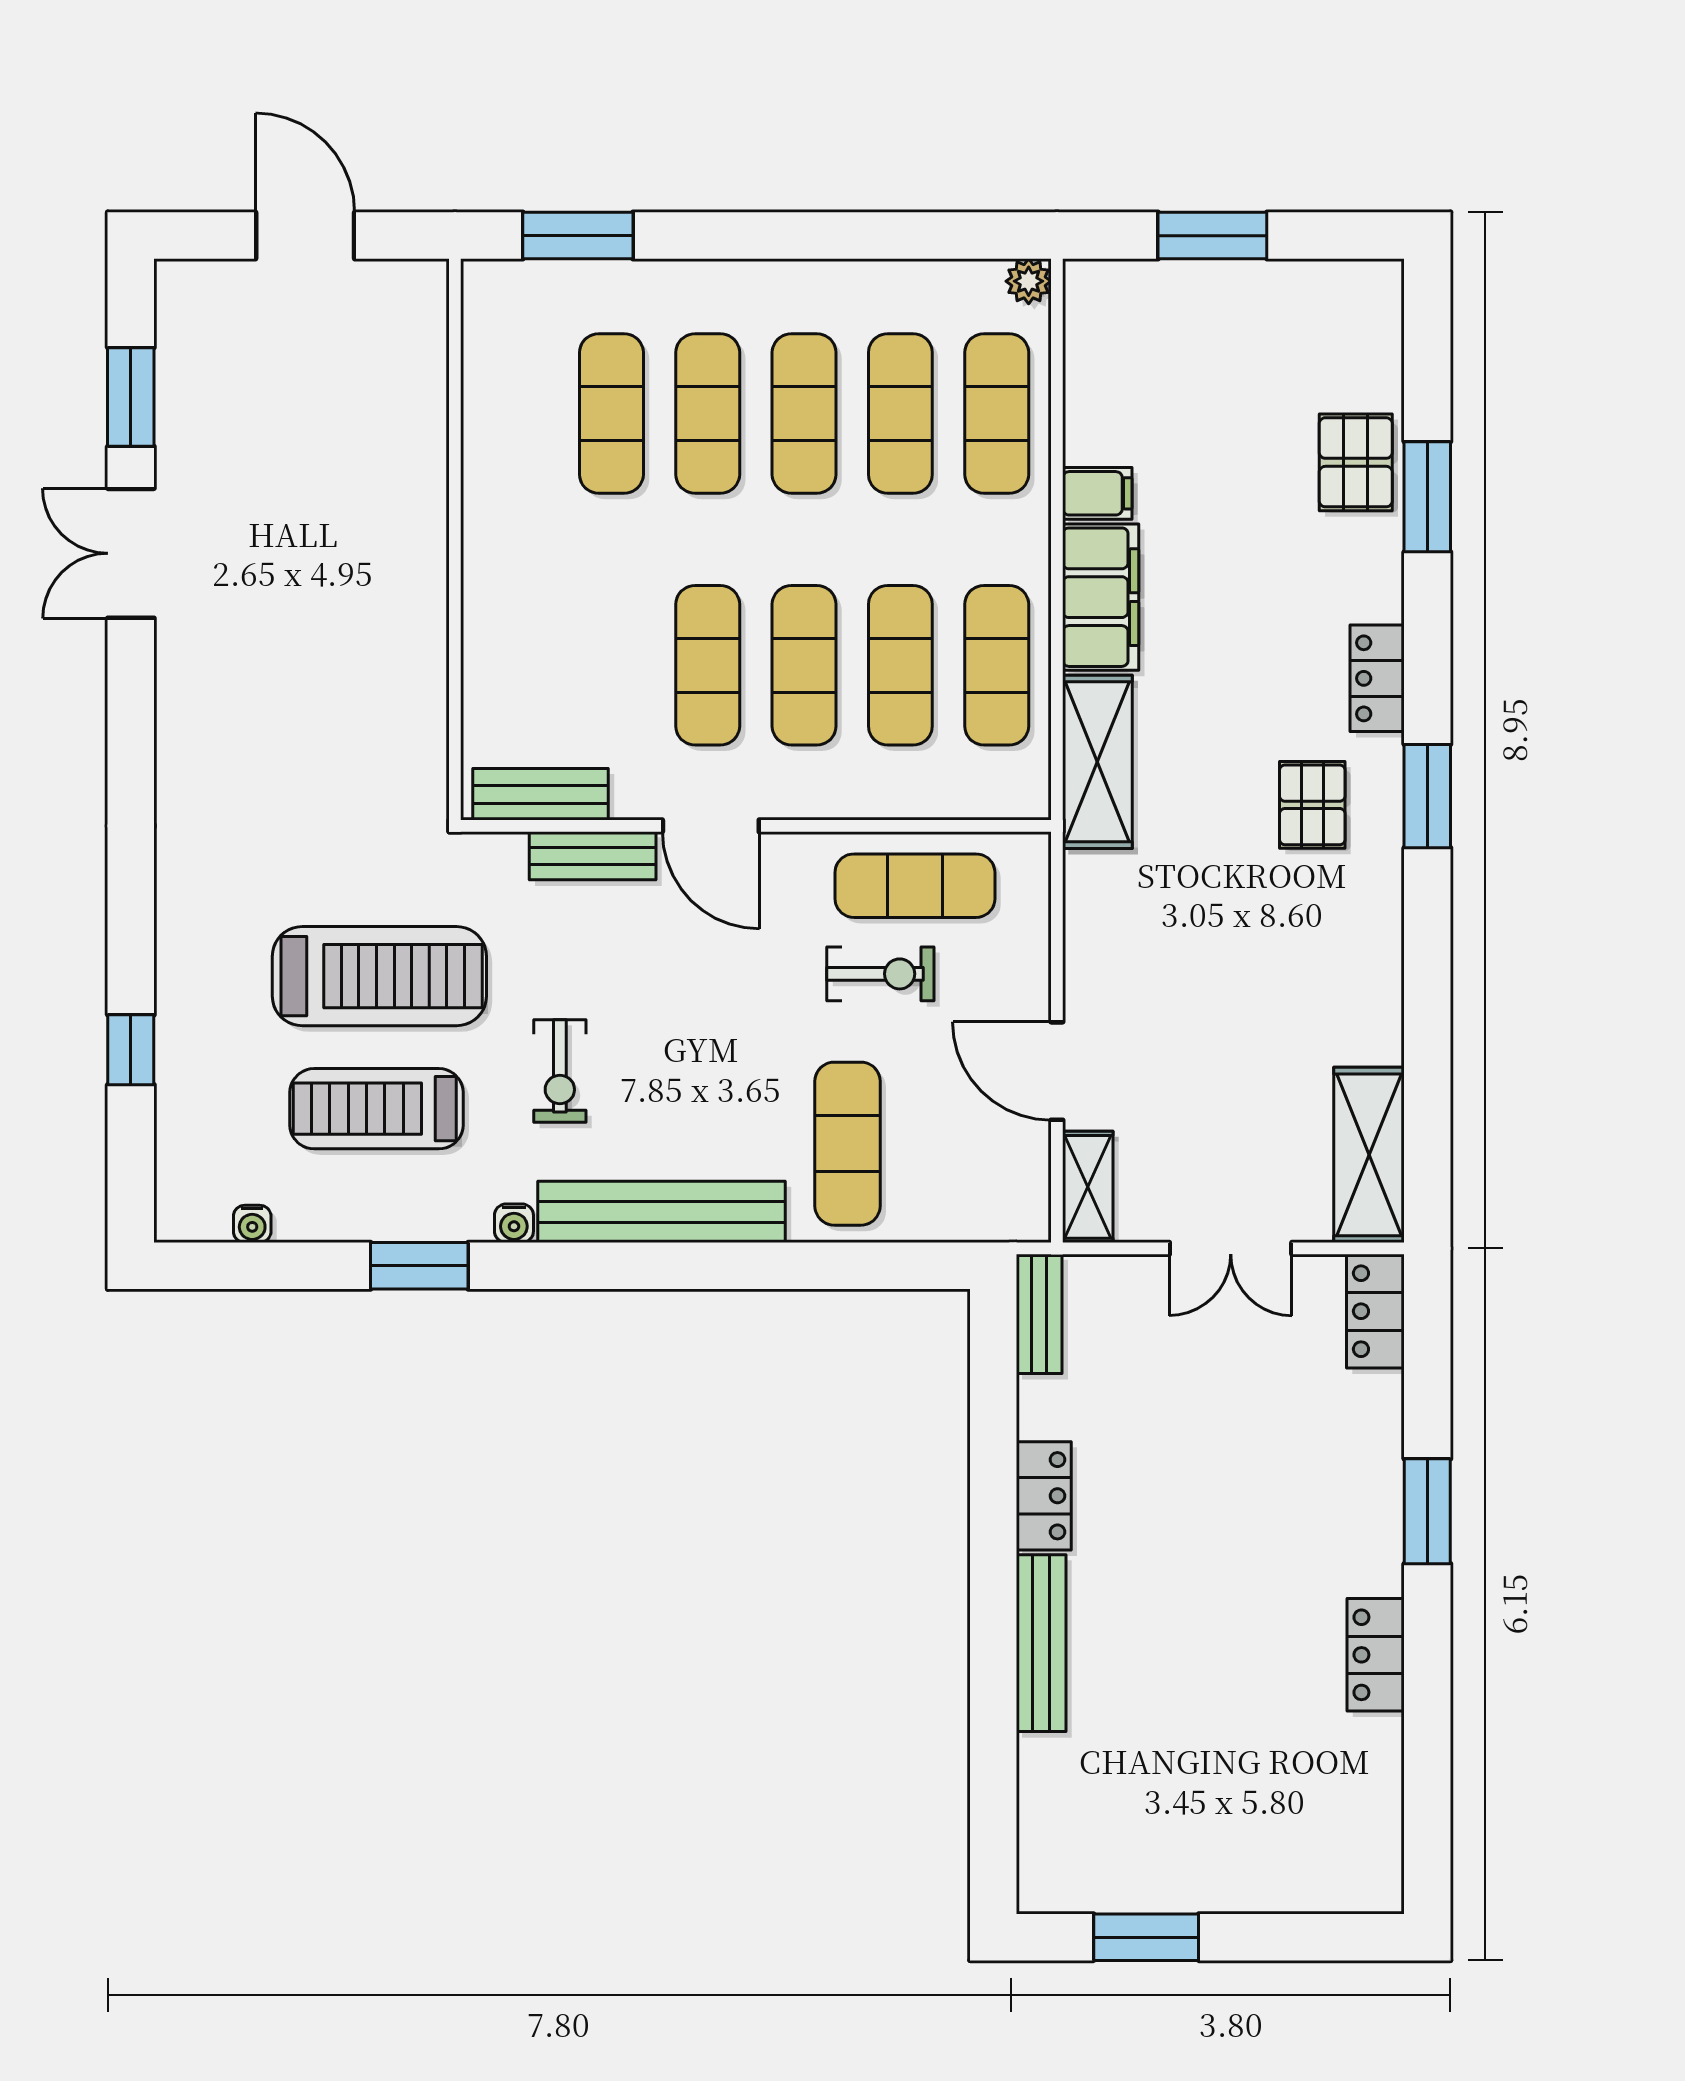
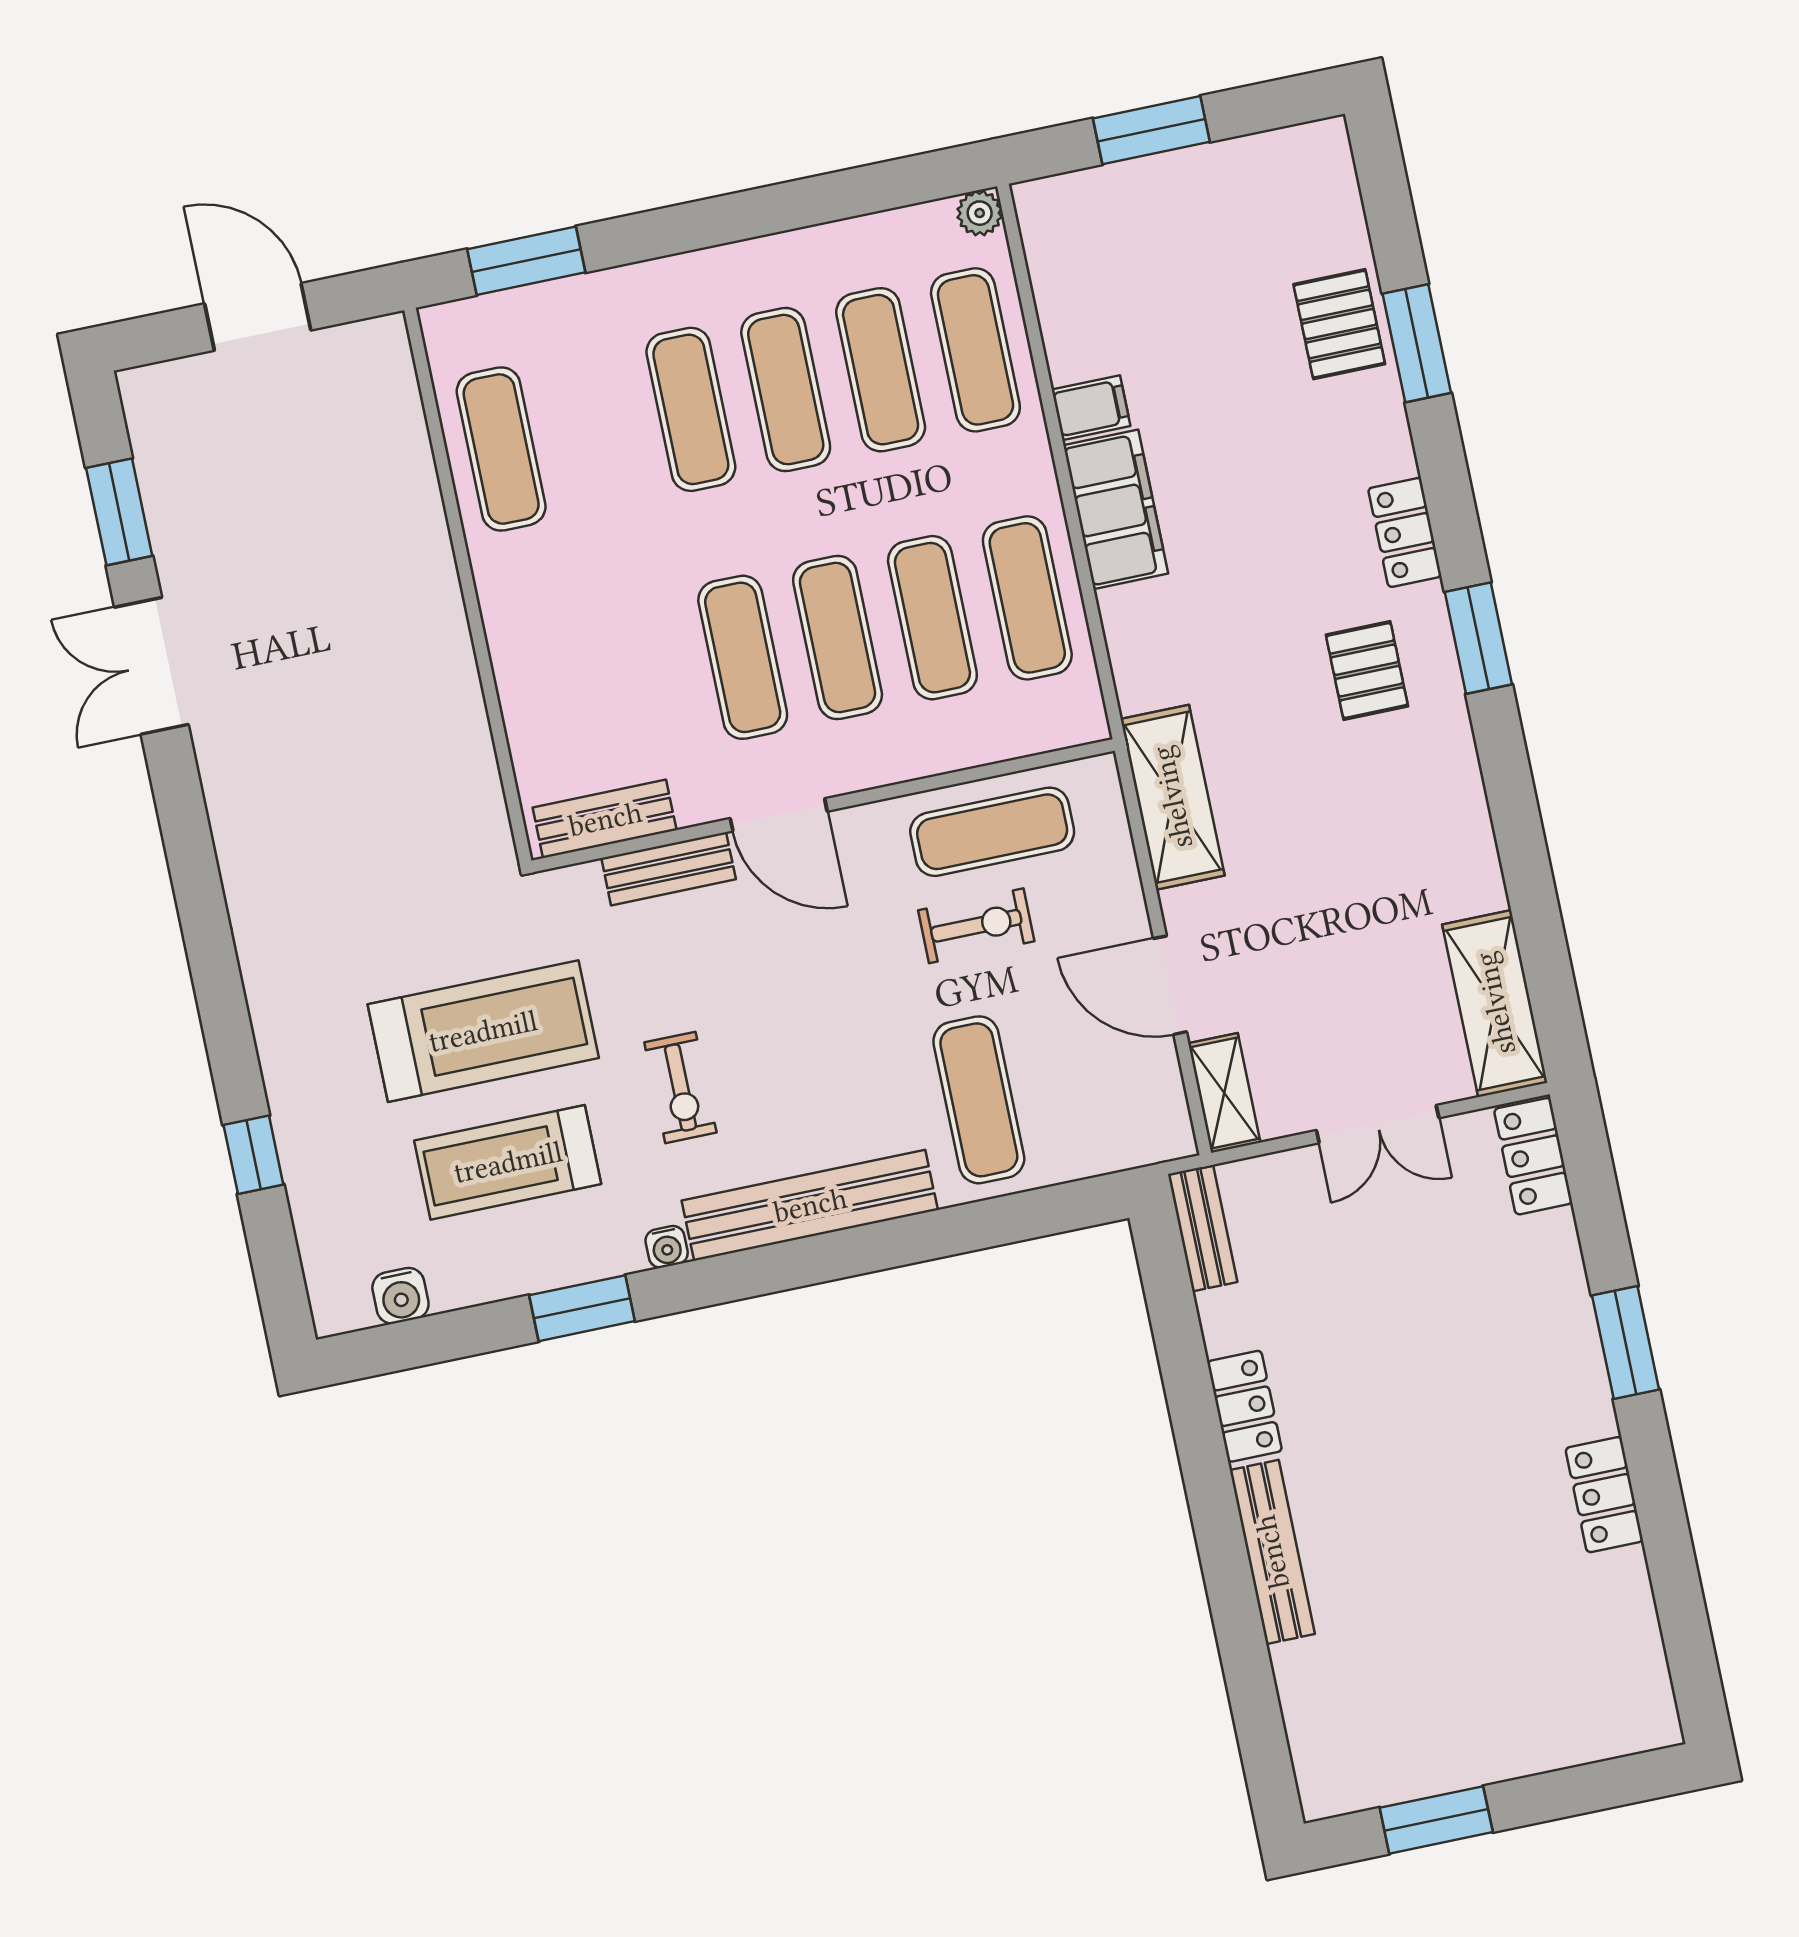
exercise mat: (611, 414) -> (501, 449), moved
shelving: (1097, 762) -> (1172, 797), moved
water cooler: (252, 1224) -> (400, 1296), width x1.38, depth x1.38

